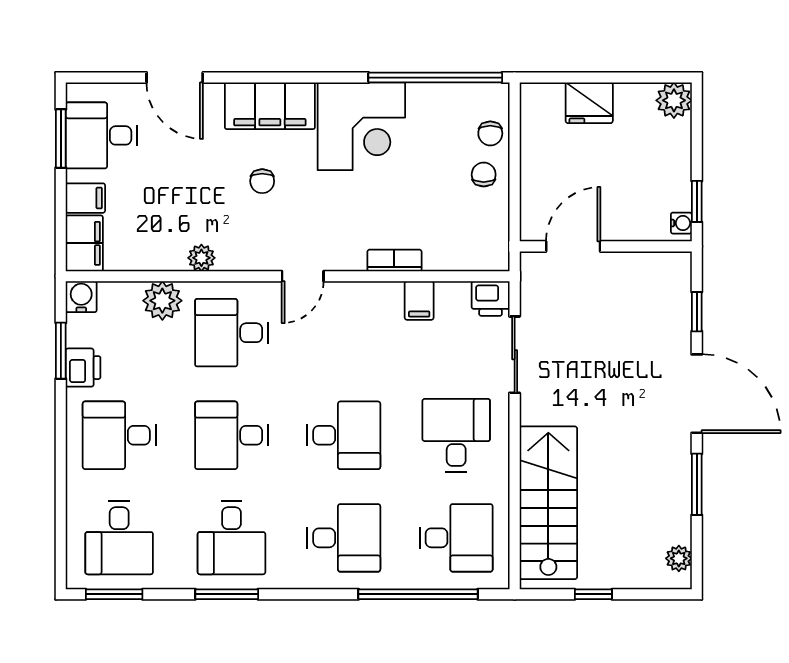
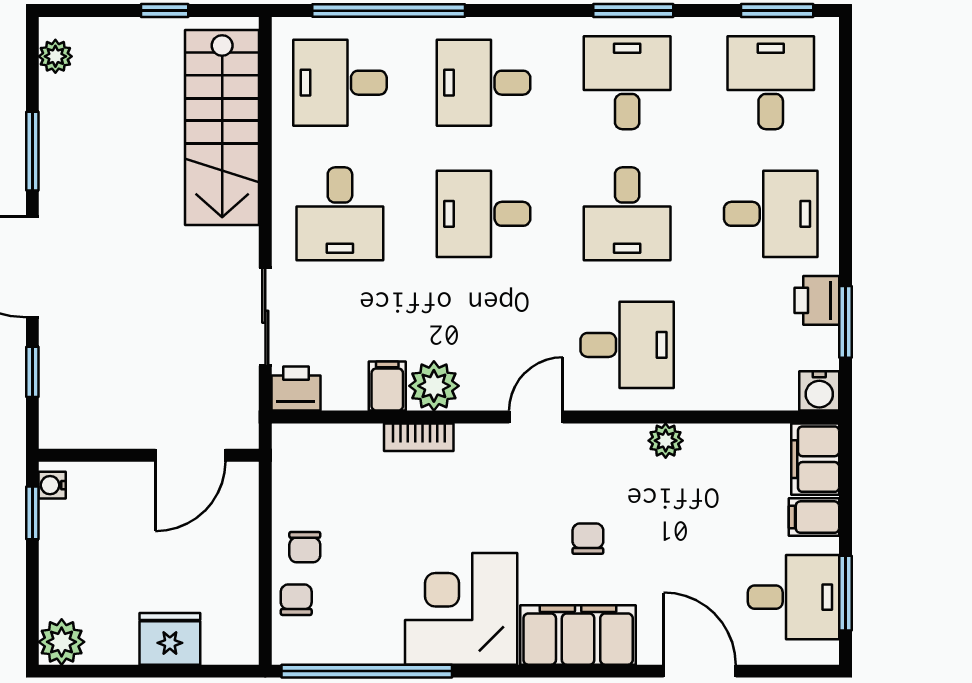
plant: (162, 301) -> (434, 386), moved
desk: (231, 435) -> (627, 214), turned 90

